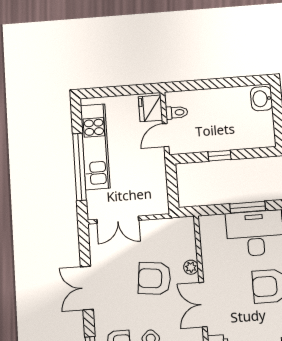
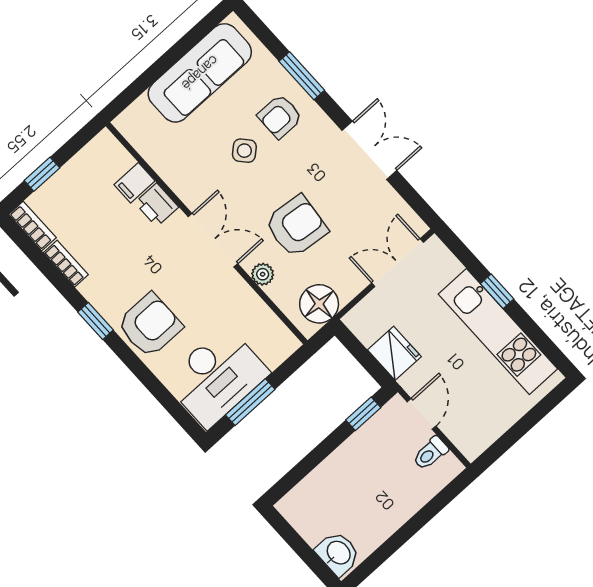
fridge: (151, 108) -> (394, 353), moved
window: (219, 156) -> (363, 414), moved
window: (80, 167) -> (497, 291), width x0.32
floor lamp: (174, 230) -> (319, 304), added

